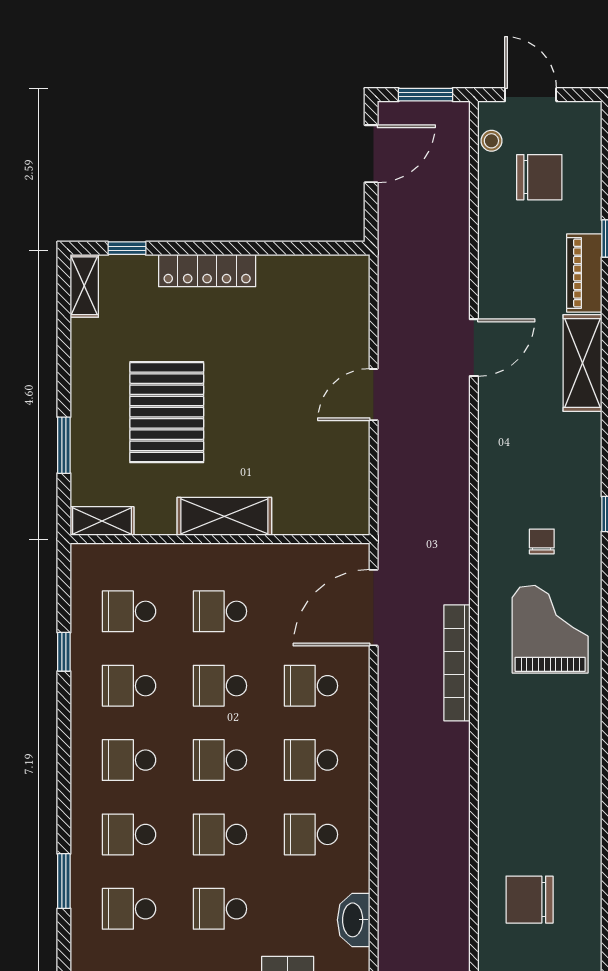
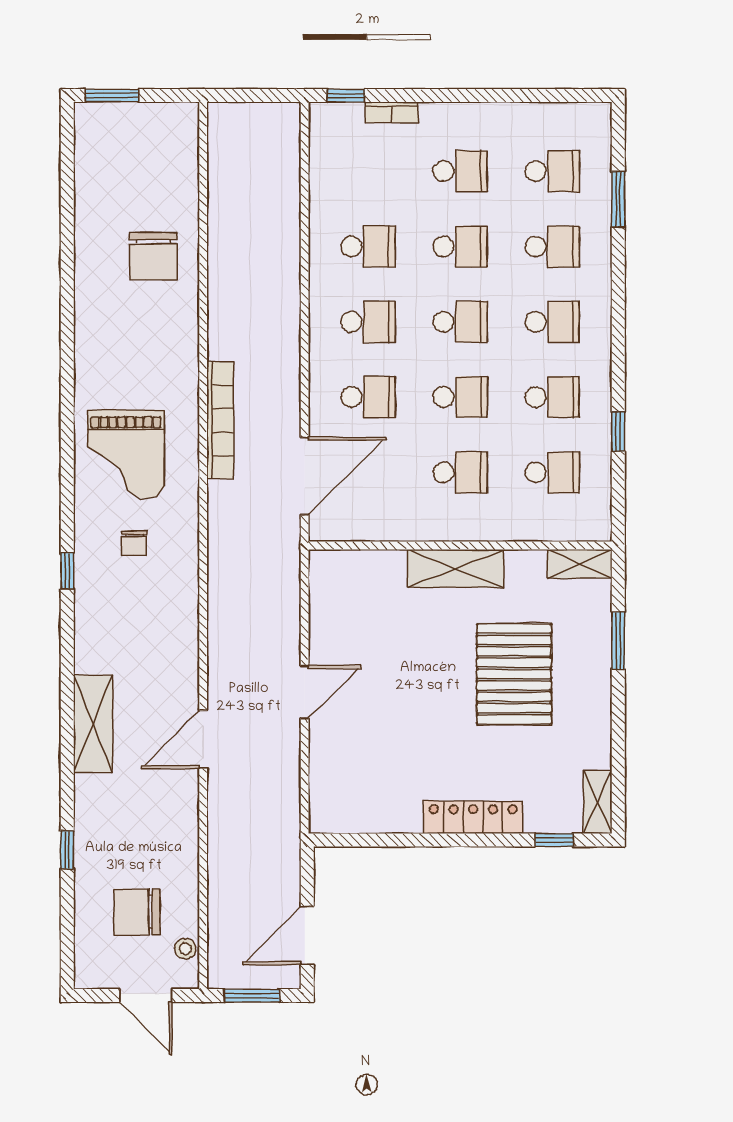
piano: (584, 273) -> (91, 815), removed
chair: (530, 900) -> (153, 256), moved, turned 90
washbasin: (354, 920) -> (325, 160), removed

